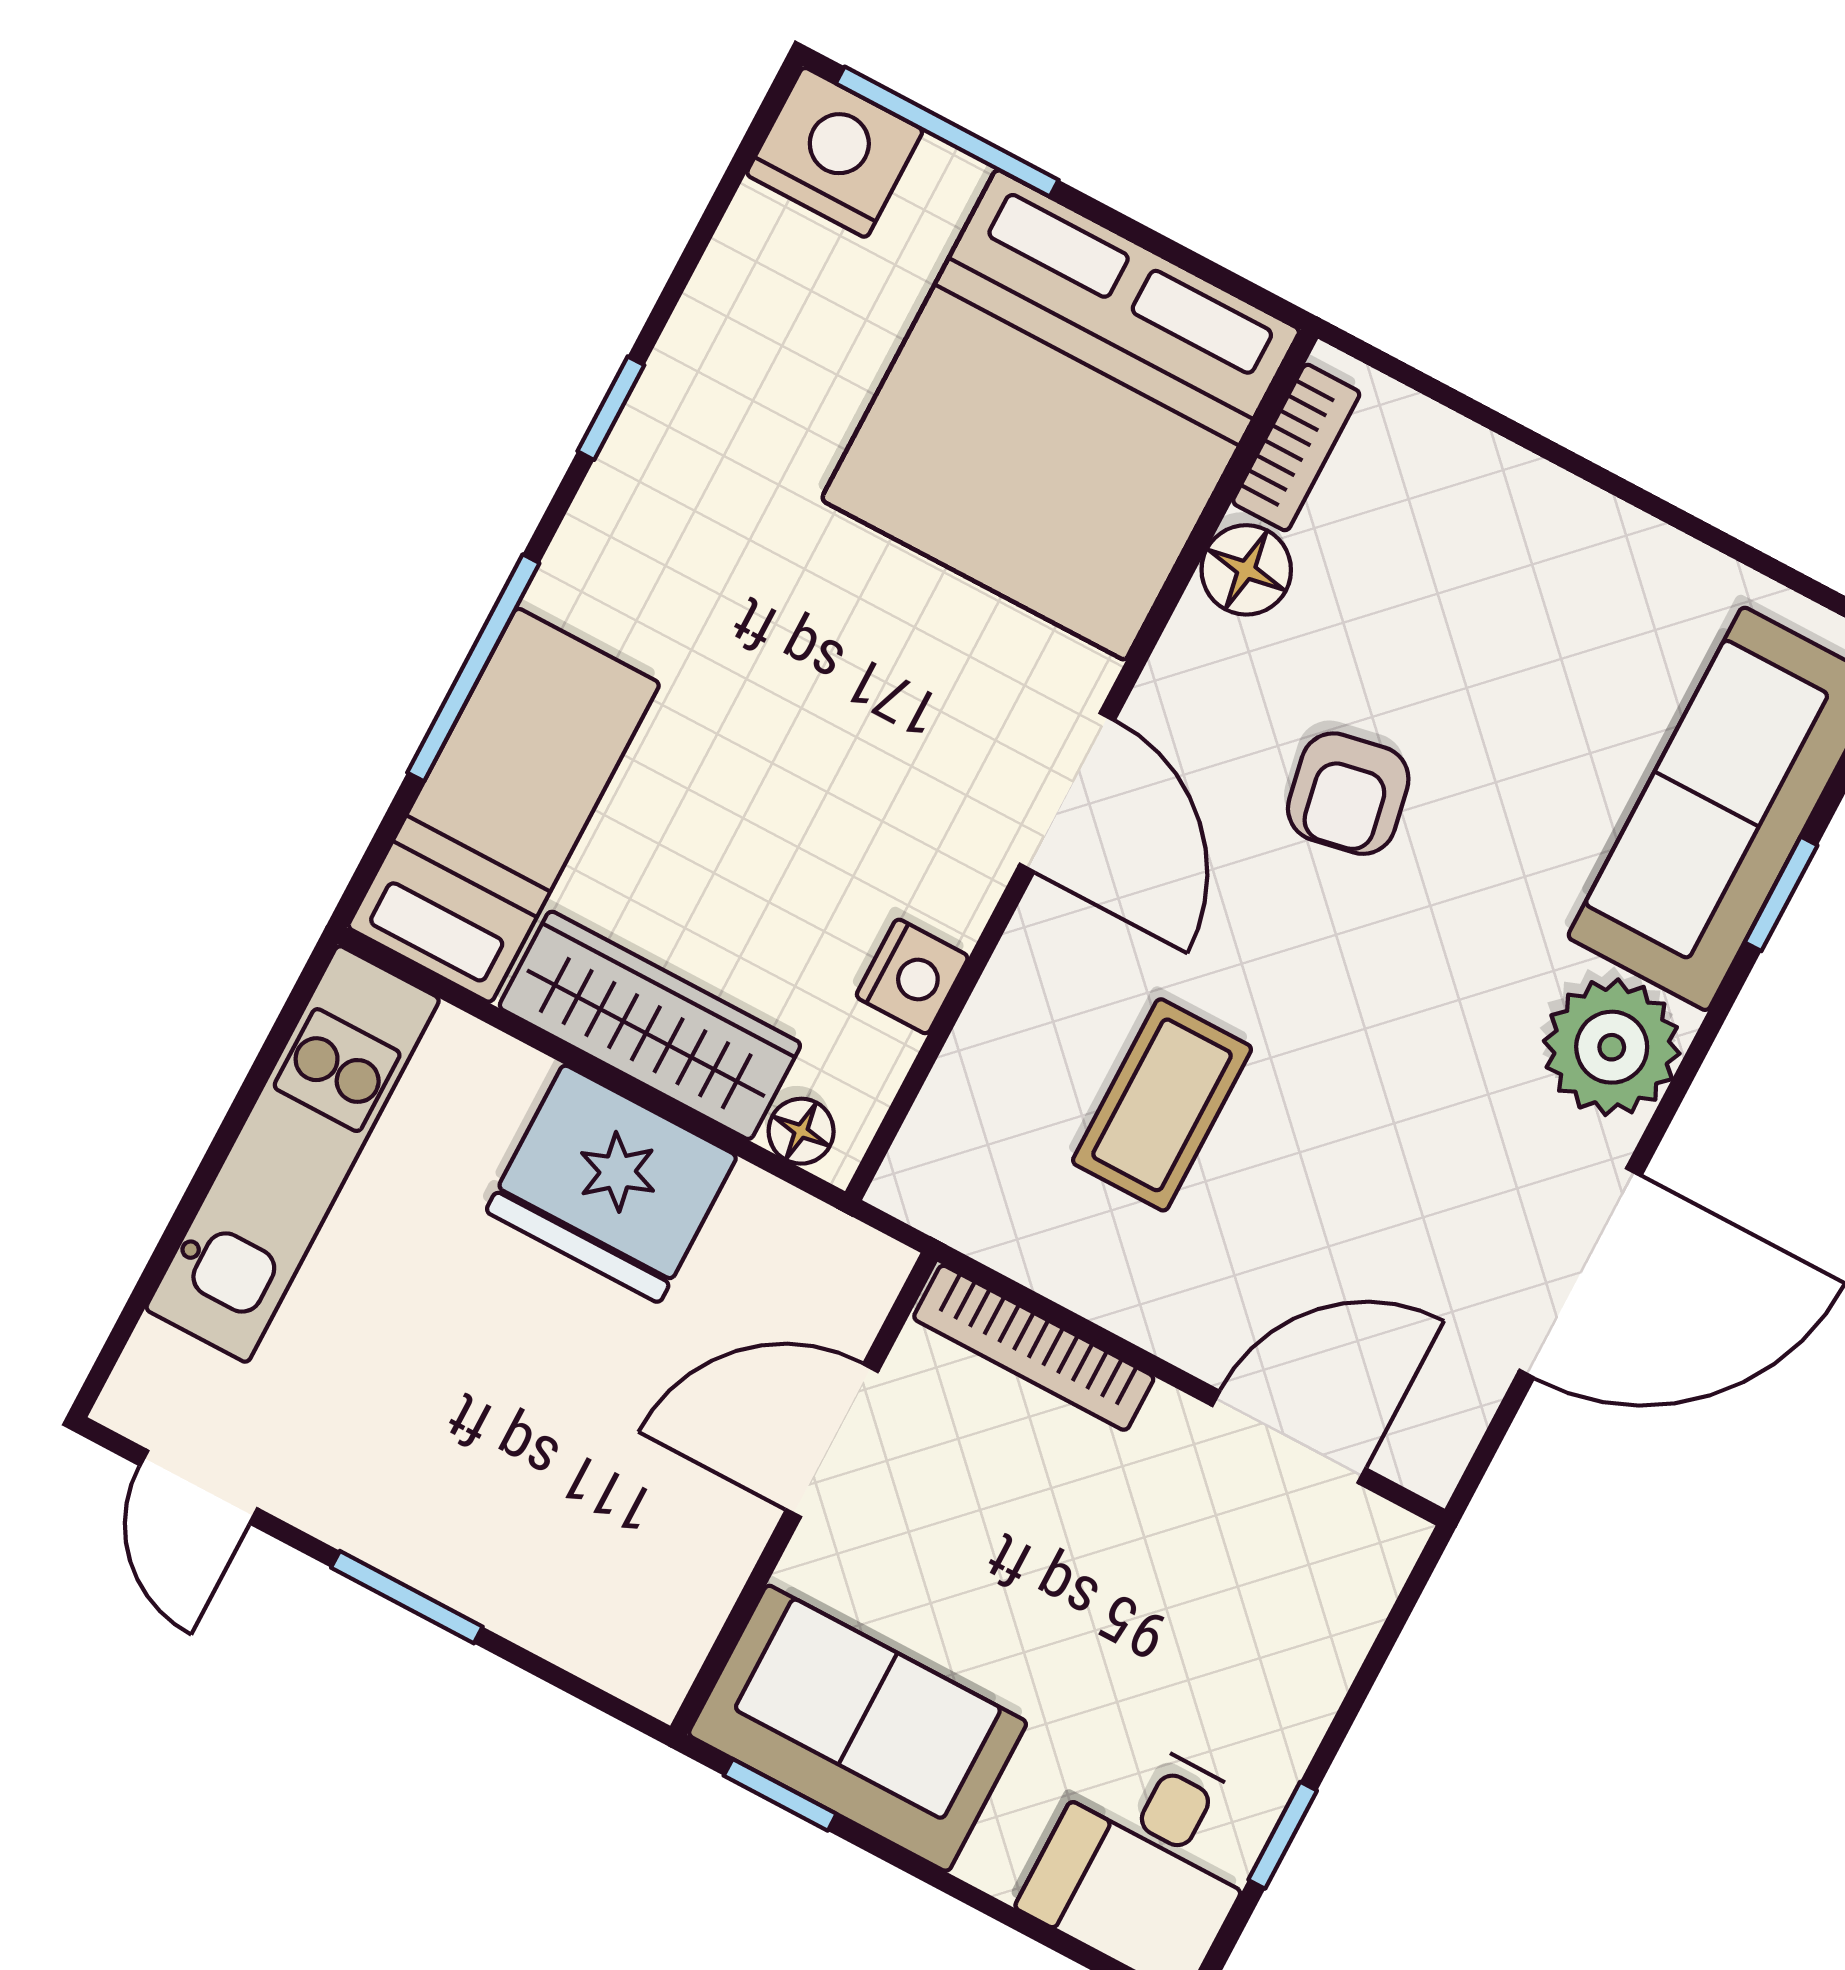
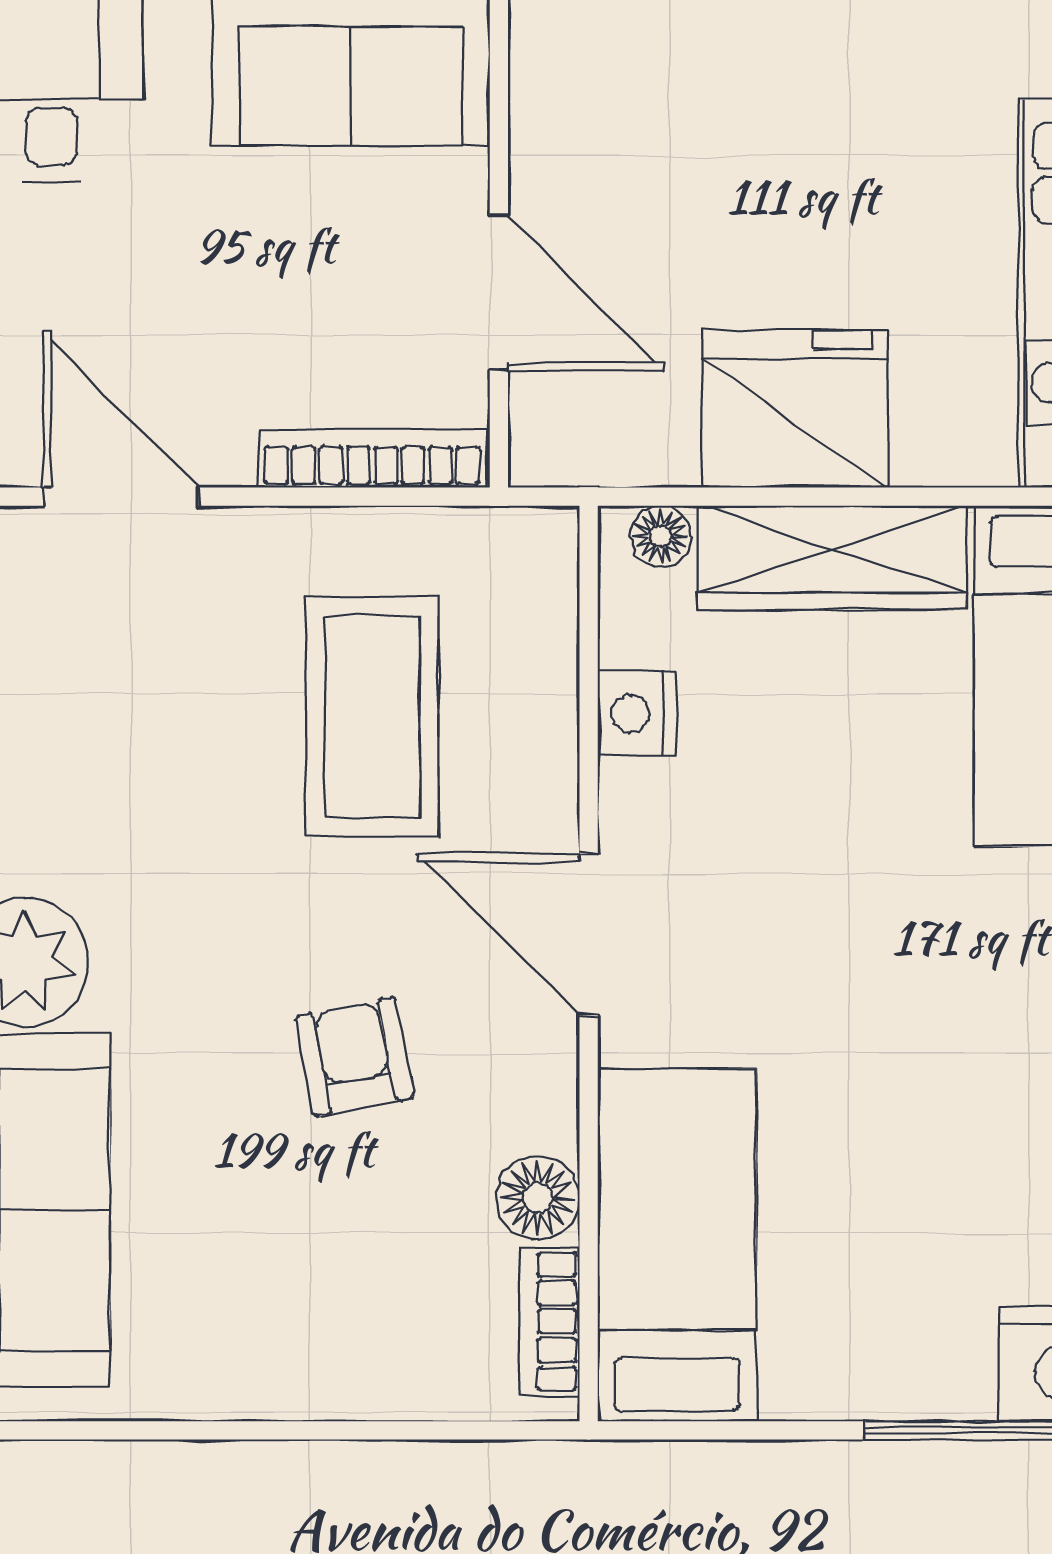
bed: (1061, 415) -> (677, 1245), width x0.49
coffee table: (1162, 1105) -> (372, 717), width x1.36, depth x1.32
door: (1289, 1437) -> (121, 497), swing flipped
door: (832, 1441) -> (499, 293), hinge flipped

